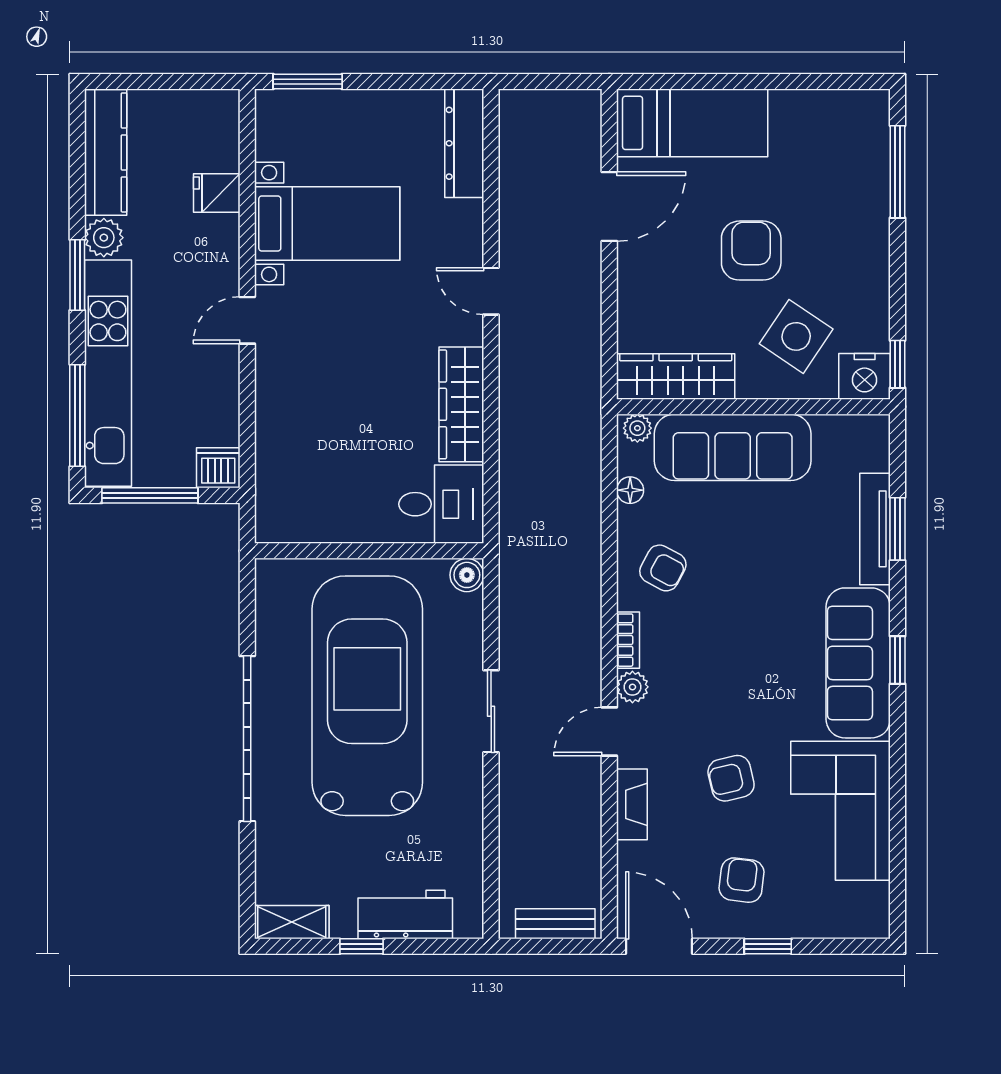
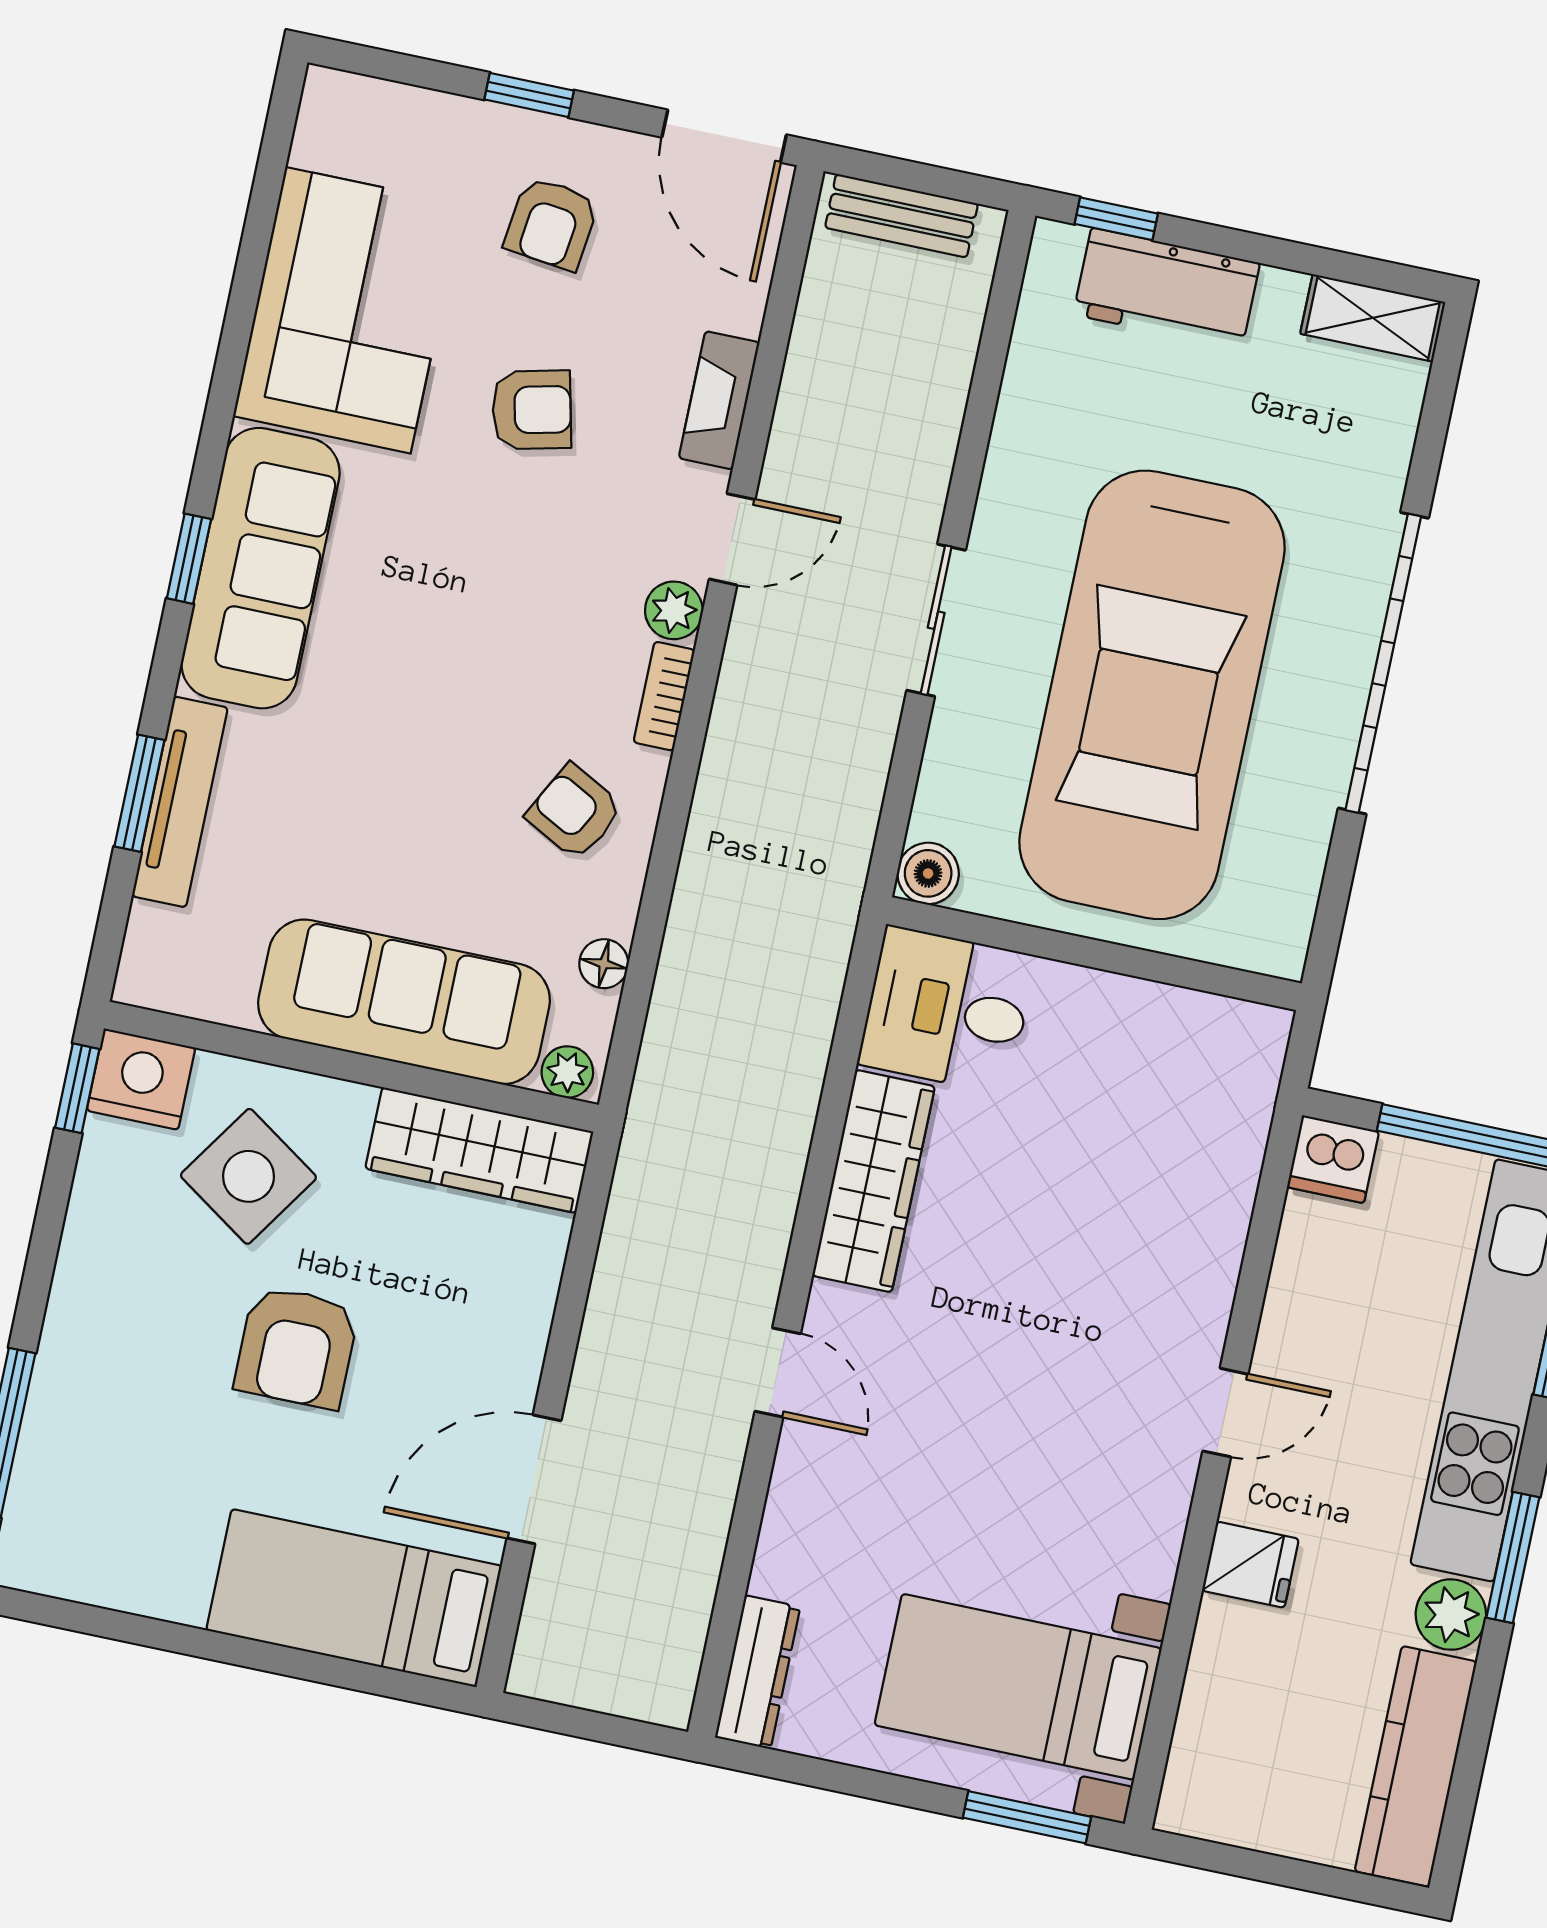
dresser: (464, 143) -> (758, 1672), width x0.73, depth x0.80
fridge: (217, 193) -> (1250, 1565), moved
bed with nightstands: (327, 224) -> (1018, 1687), moved
window: (362, 946) -> (1116, 219), moved

